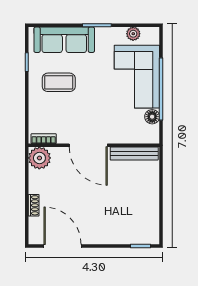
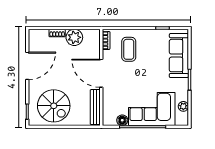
coffee table: (59, 82) -> (129, 49), moved
door: (88, 145) -> (101, 73), hinge flipped
plant: (39, 158) -> (74, 37), moved
spiral stairs: (133, 210) -> (54, 106), added
door: (62, 246) -> (27, 66), moved

